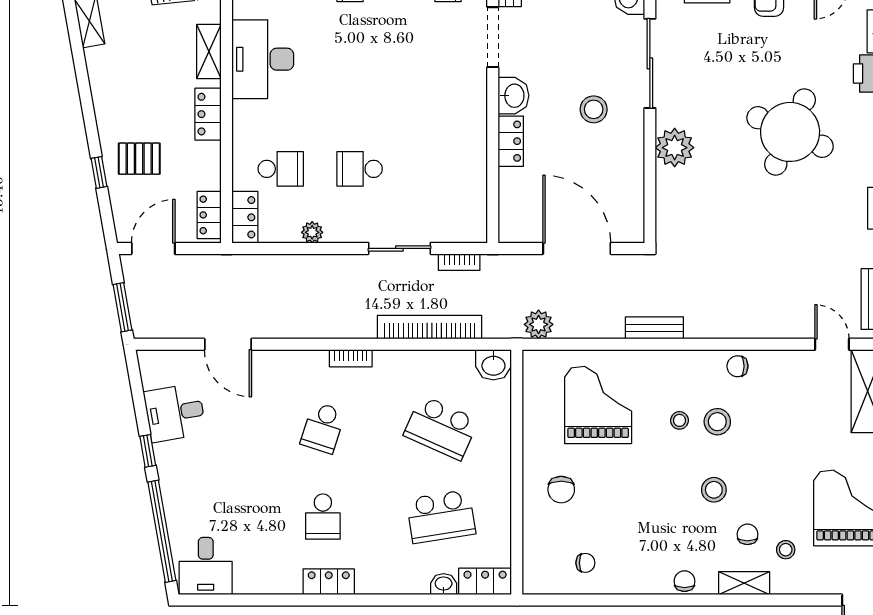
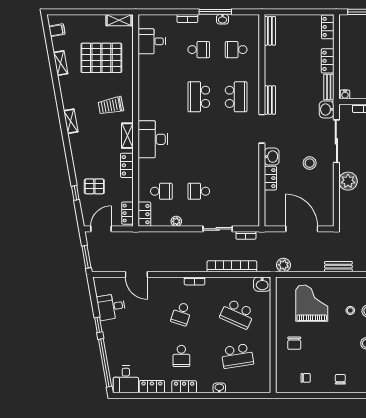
locker: (485, 581) -> (152, 387), moved
chair: (685, 581) -> (340, 379), moved
washbasin: (444, 584) -> (219, 388), moved

